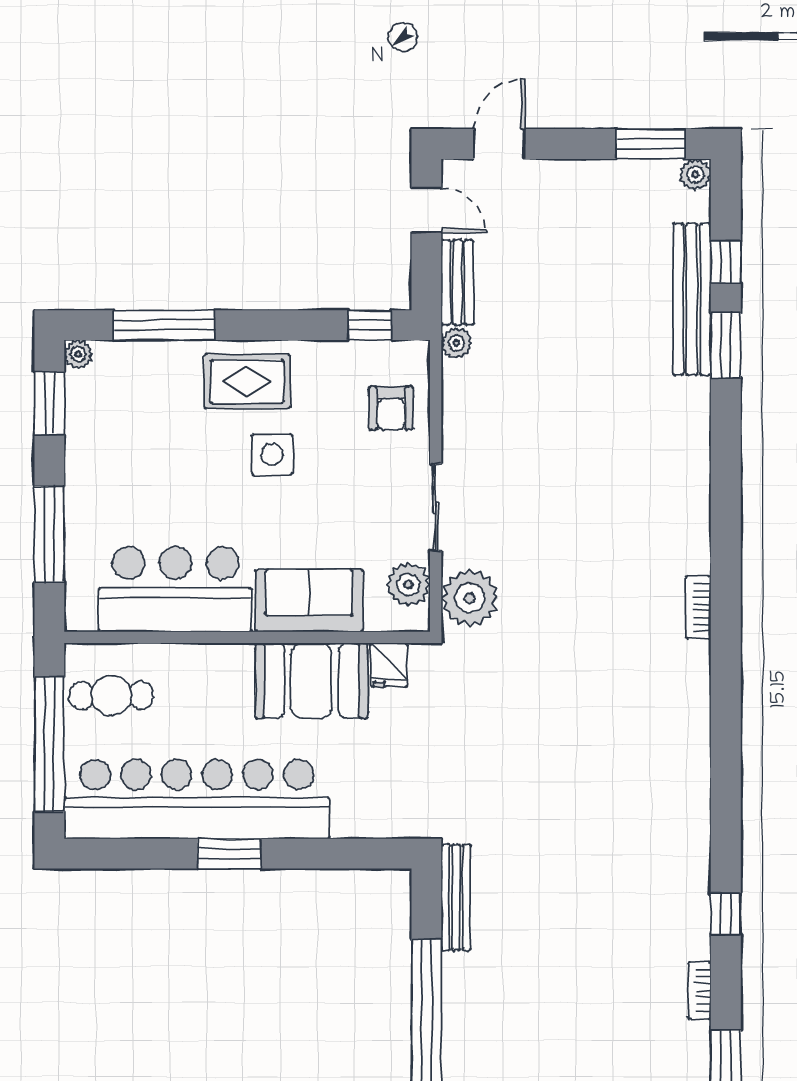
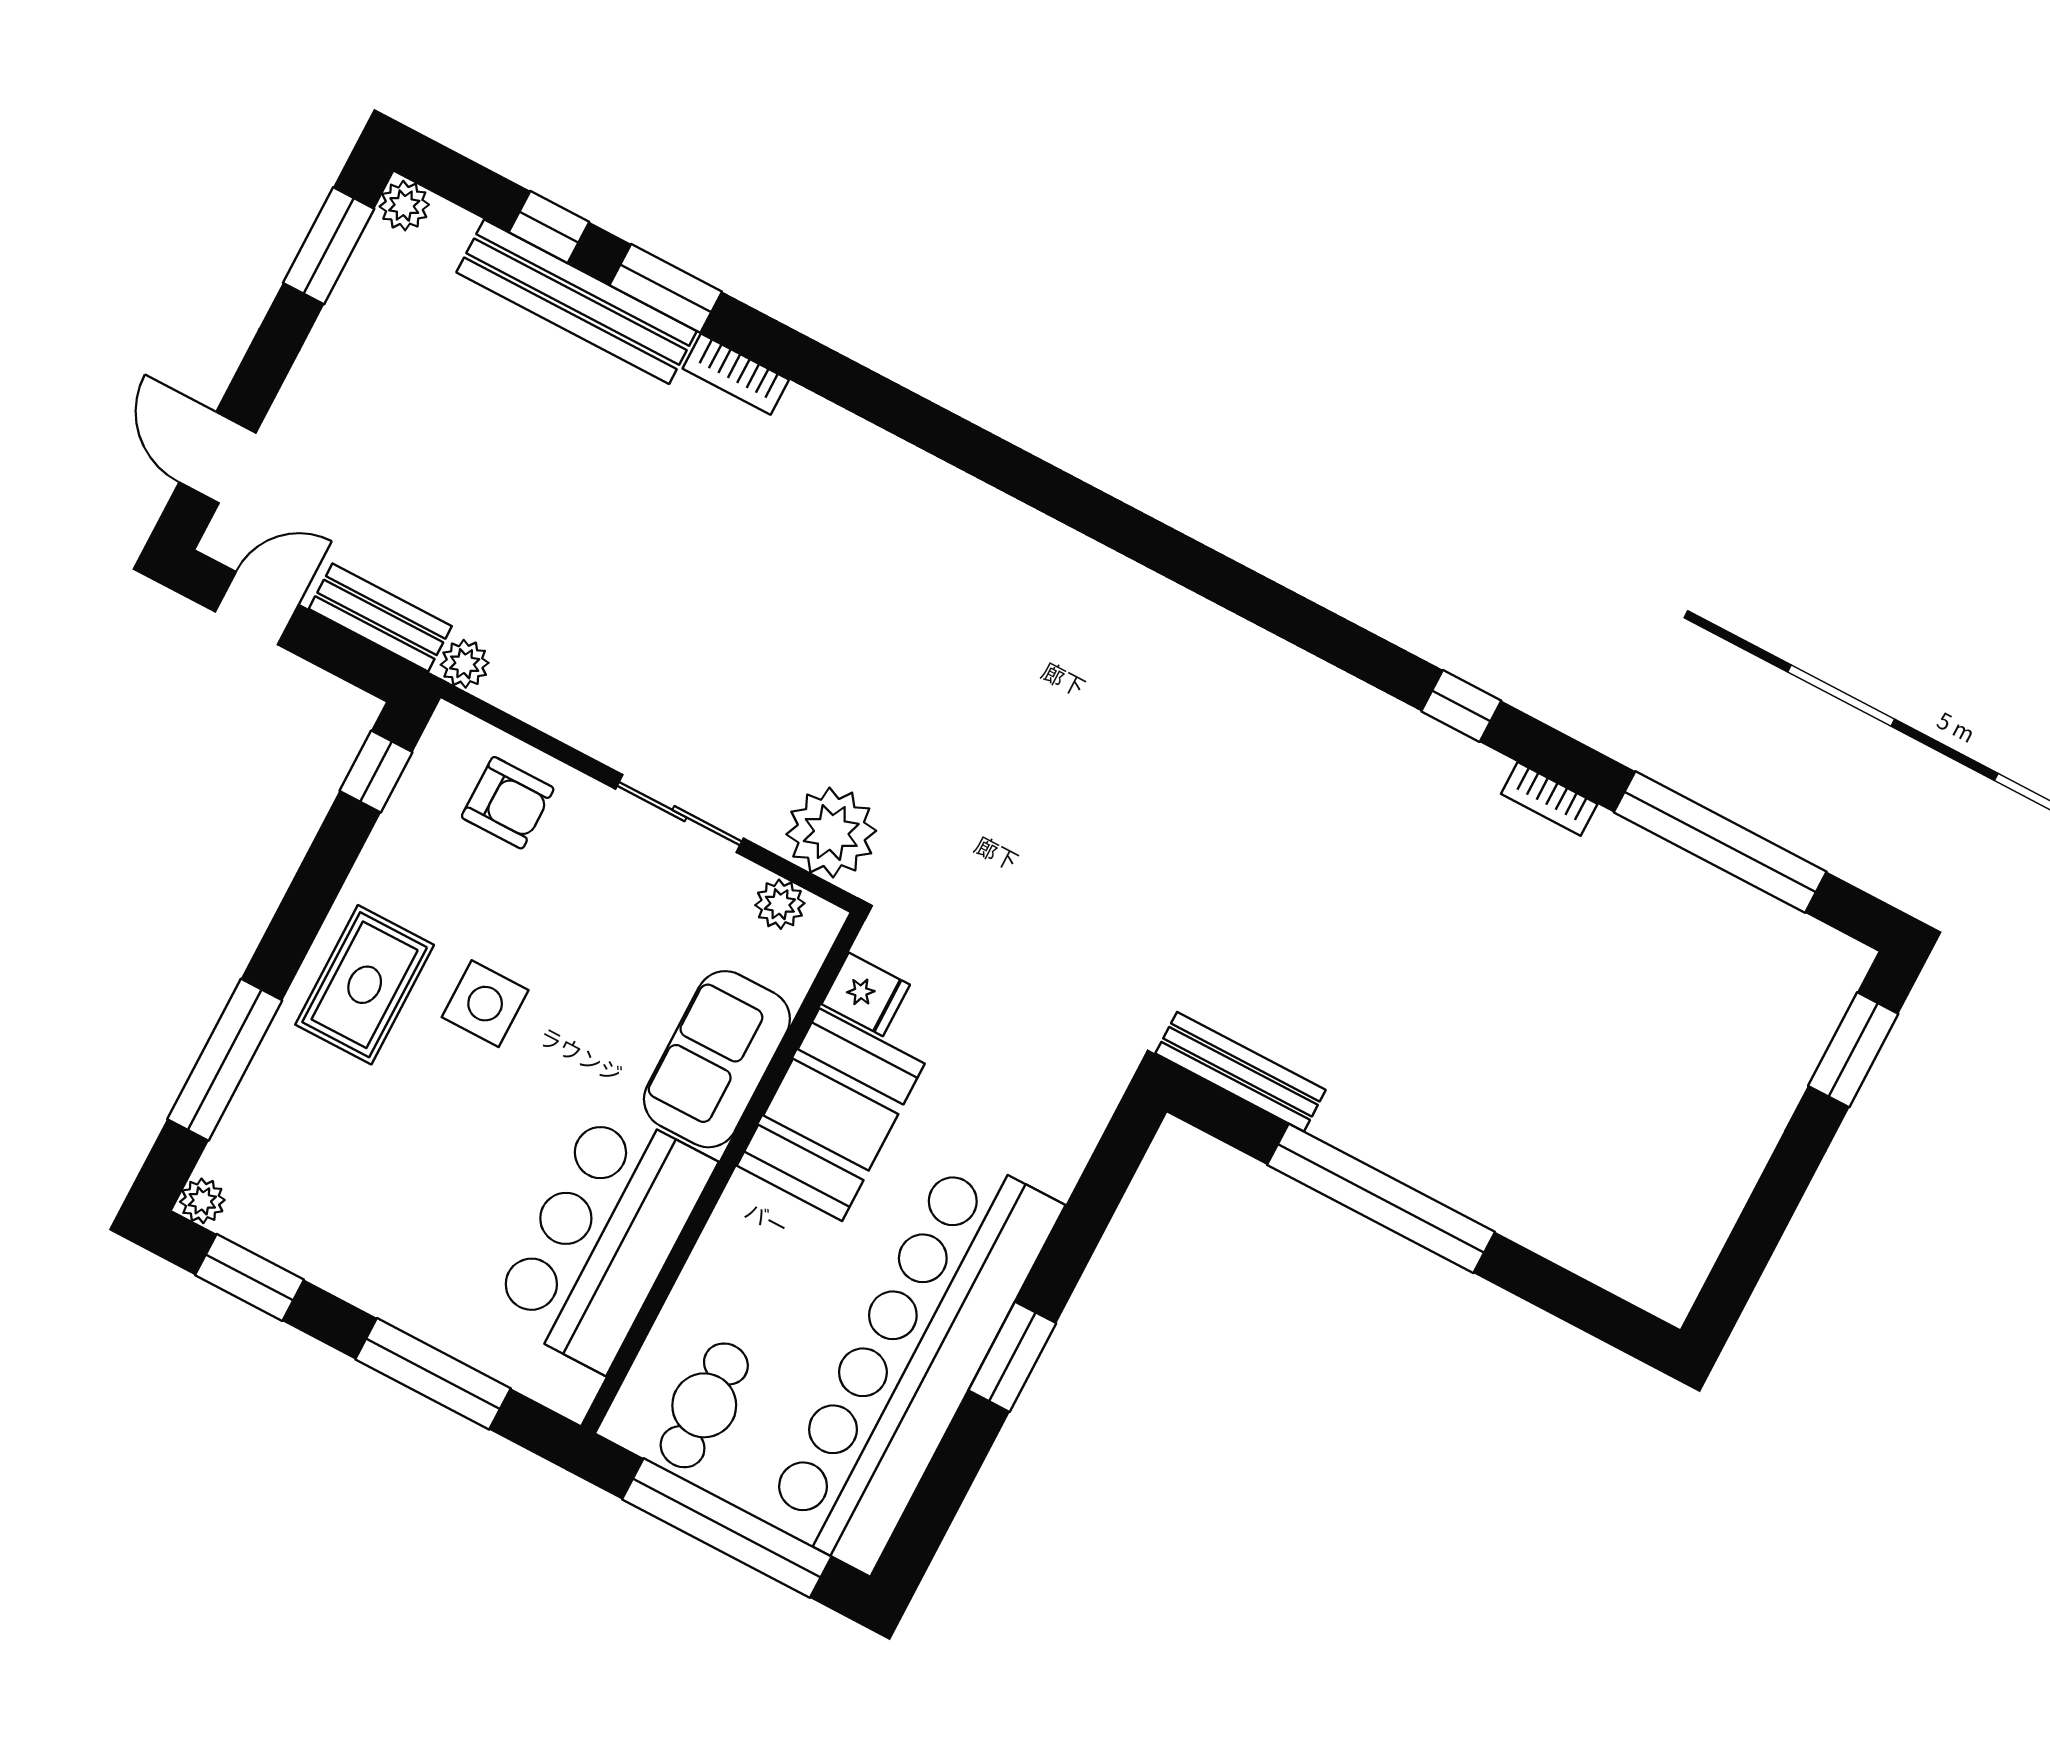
plant: (408, 584) -> (780, 904), width x0.73, depth x0.73
bookcase: (698, 607) -> (736, 374), moved

